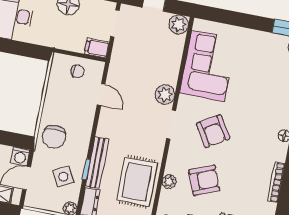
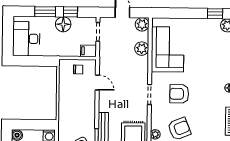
plant: (165, 95) -> (142, 49), moved
armchair: (213, 131) -> (179, 94), turned 122
chair: (54, 137) -> (70, 117), removed

